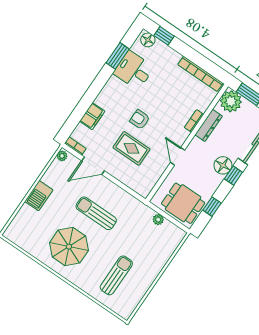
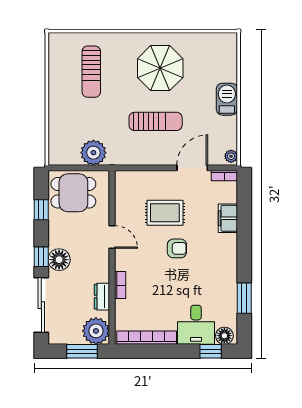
desk: (134, 70) -> (196, 325), moved, turned 90
dresser: (209, 125) -> (102, 297), width x0.70
plant: (158, 220) -> (93, 153), width x1.88, depth x1.88

